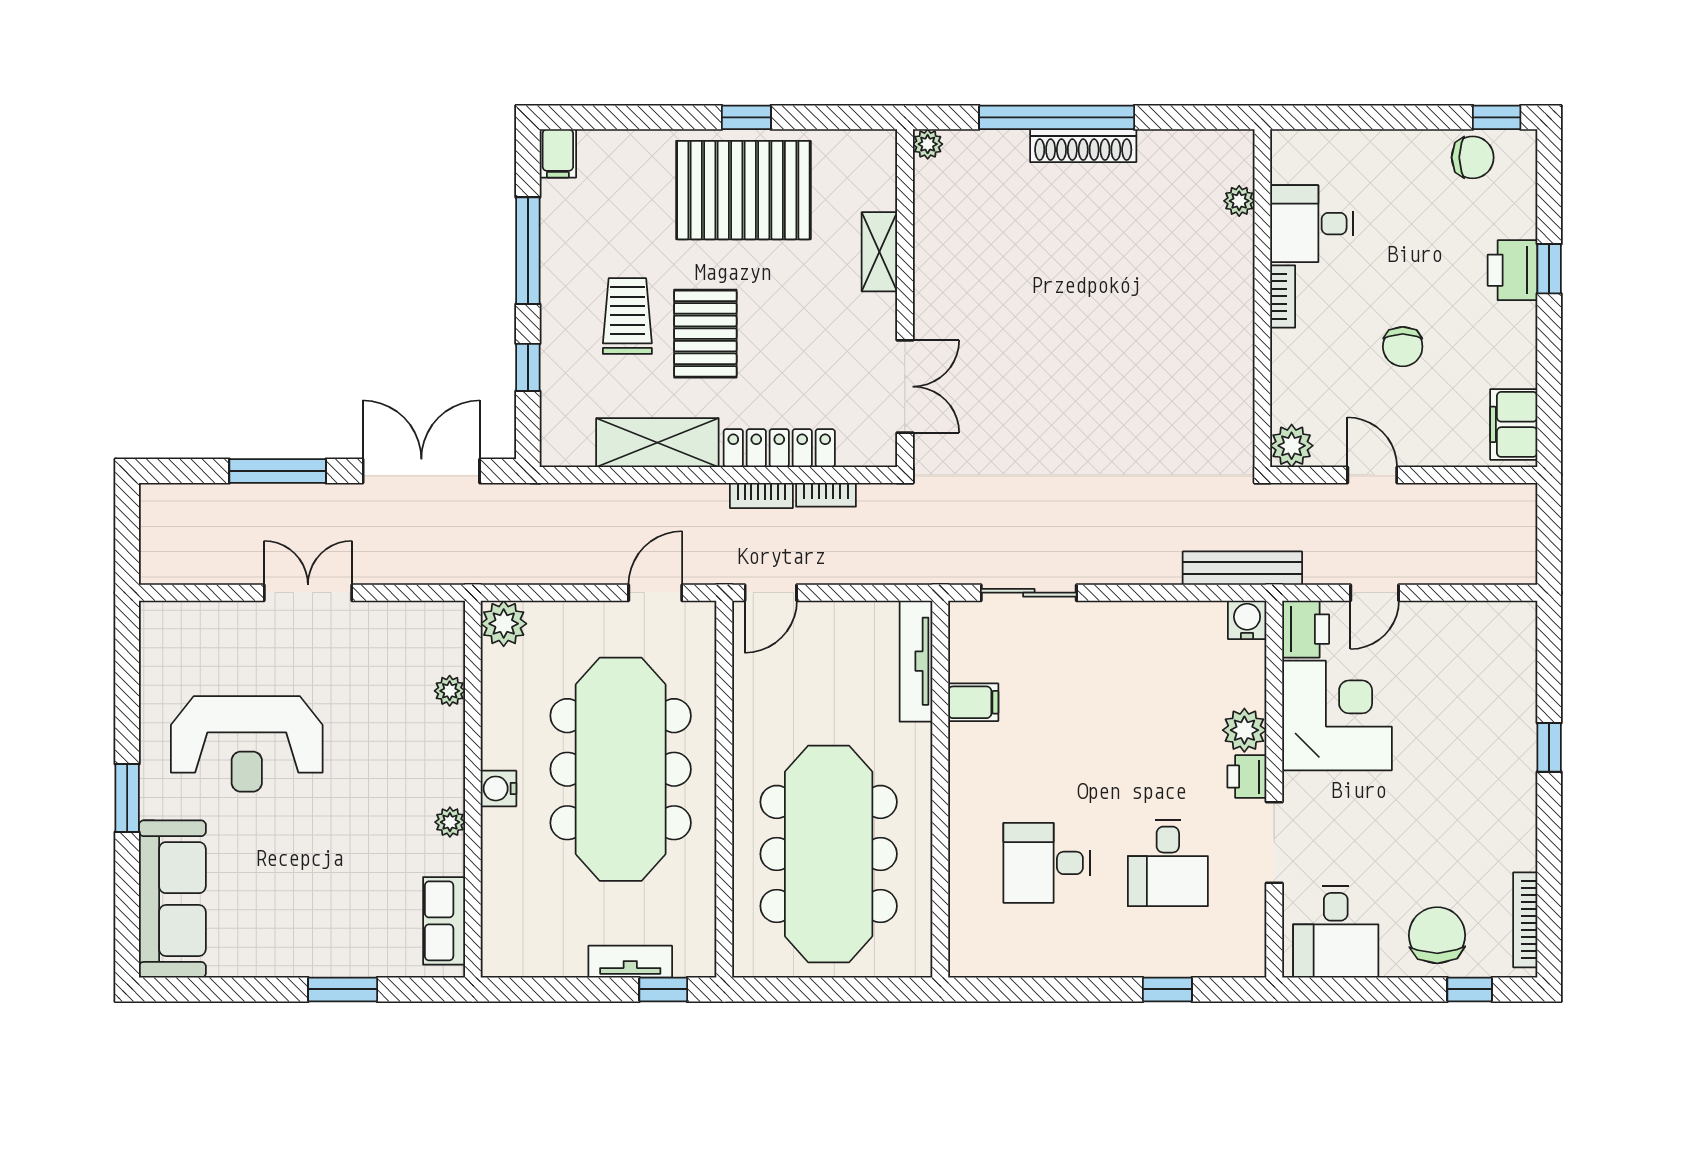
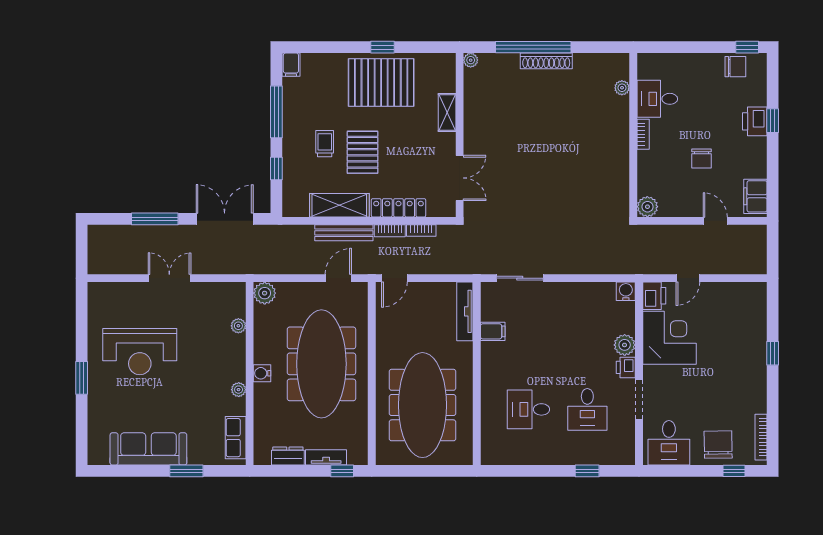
trolley: (627, 316) -> (325, 144), width x0.73, depth x0.72
door: (1372, 475) -> (715, 221), moved
bench: (1242, 568) -> (344, 233), moved
sofa: (172, 899) -> (148, 449), moved, turned -90
dresser: (552, 959) -> (288, 456), added

